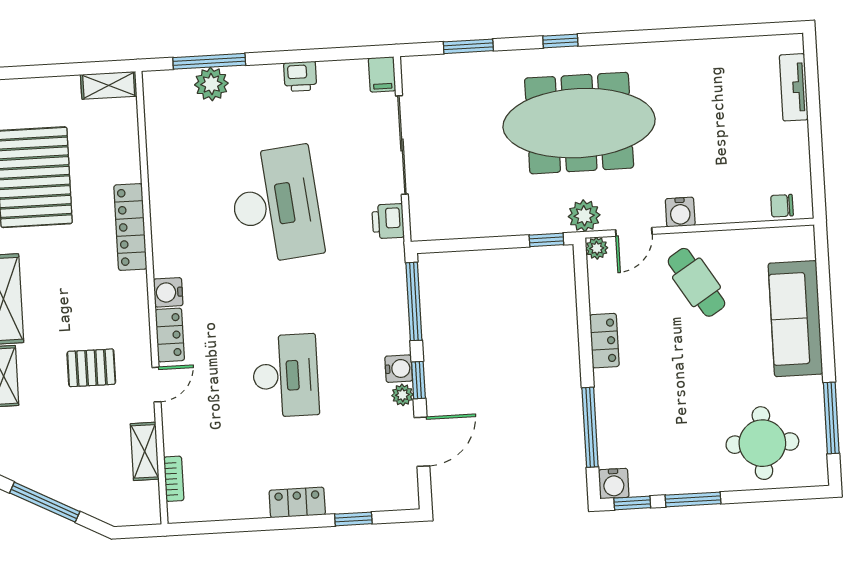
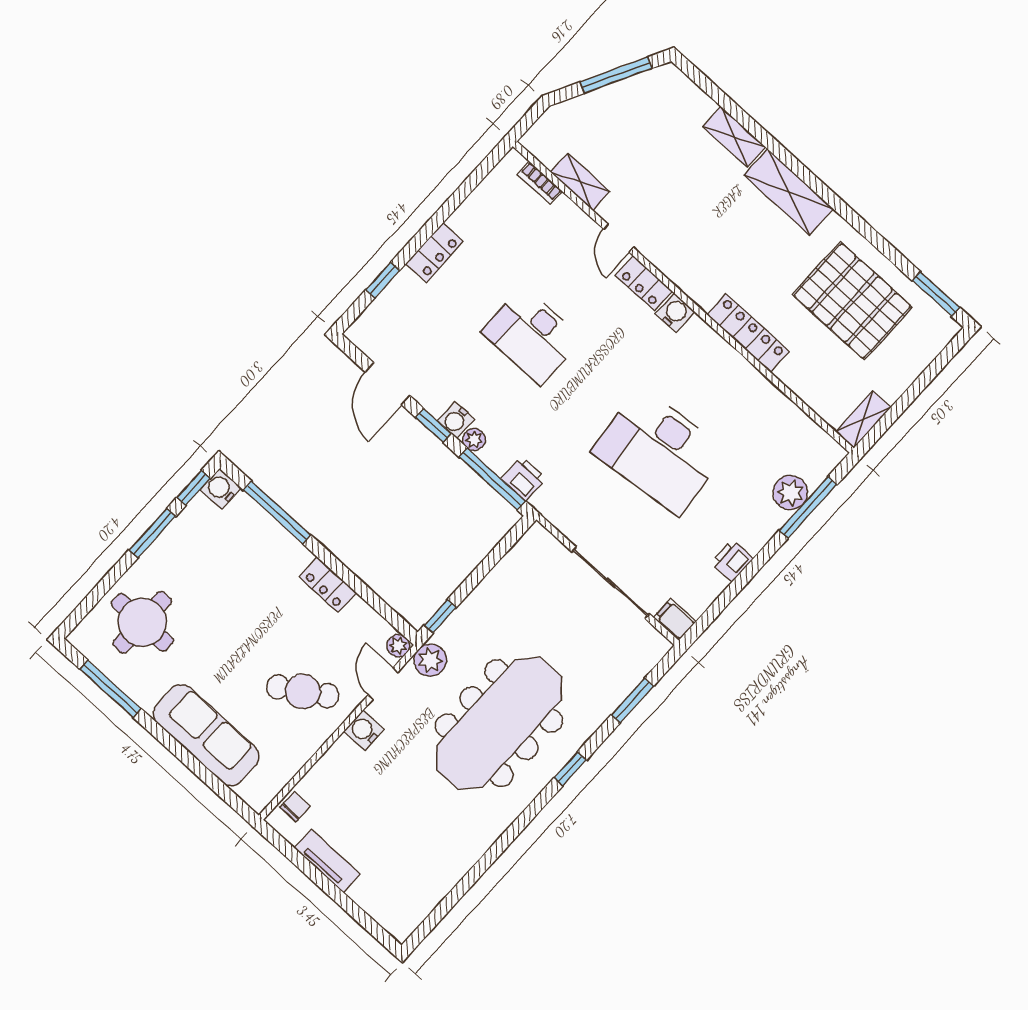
tv unit: (794, 87) -> (327, 861), moved
printer: (388, 221) -> (524, 479), moved
pallet: (91, 368) -> (677, 204), removed
plant: (402, 395) -> (474, 440), moved

